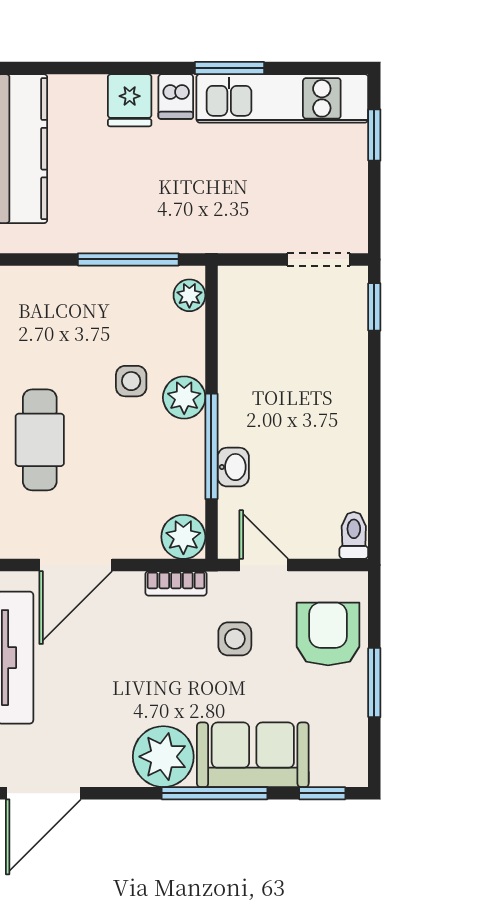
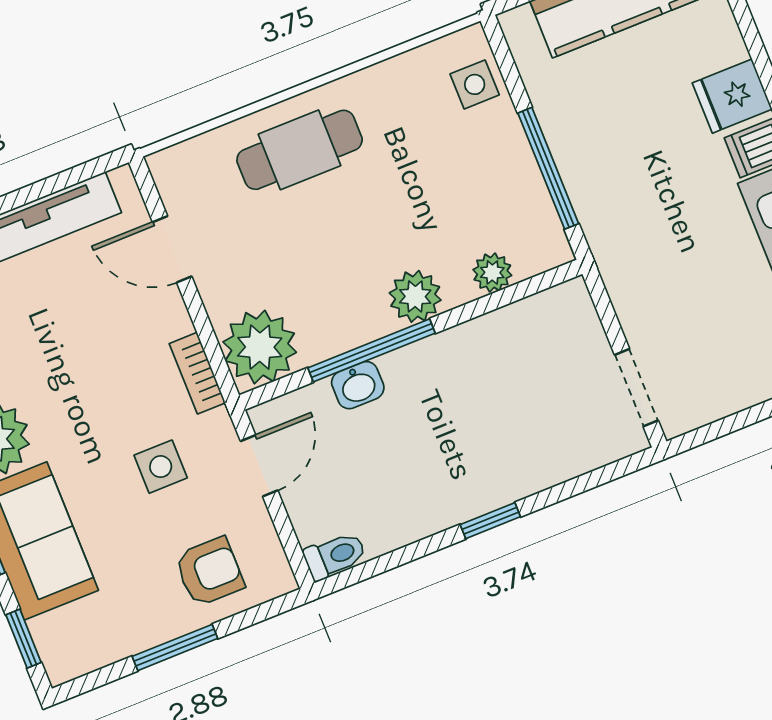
plant: (189, 295) -> (492, 272), moved
window: (374, 307) -> (490, 521), moved
side table: (131, 381) -> (475, 84), moved
plant: (183, 537) -> (260, 347), width x1.36, depth x1.36
door: (76, 565) -> (172, 249), width x0.73
armchair: (328, 634) -> (209, 572), width x0.72, depth x0.72

